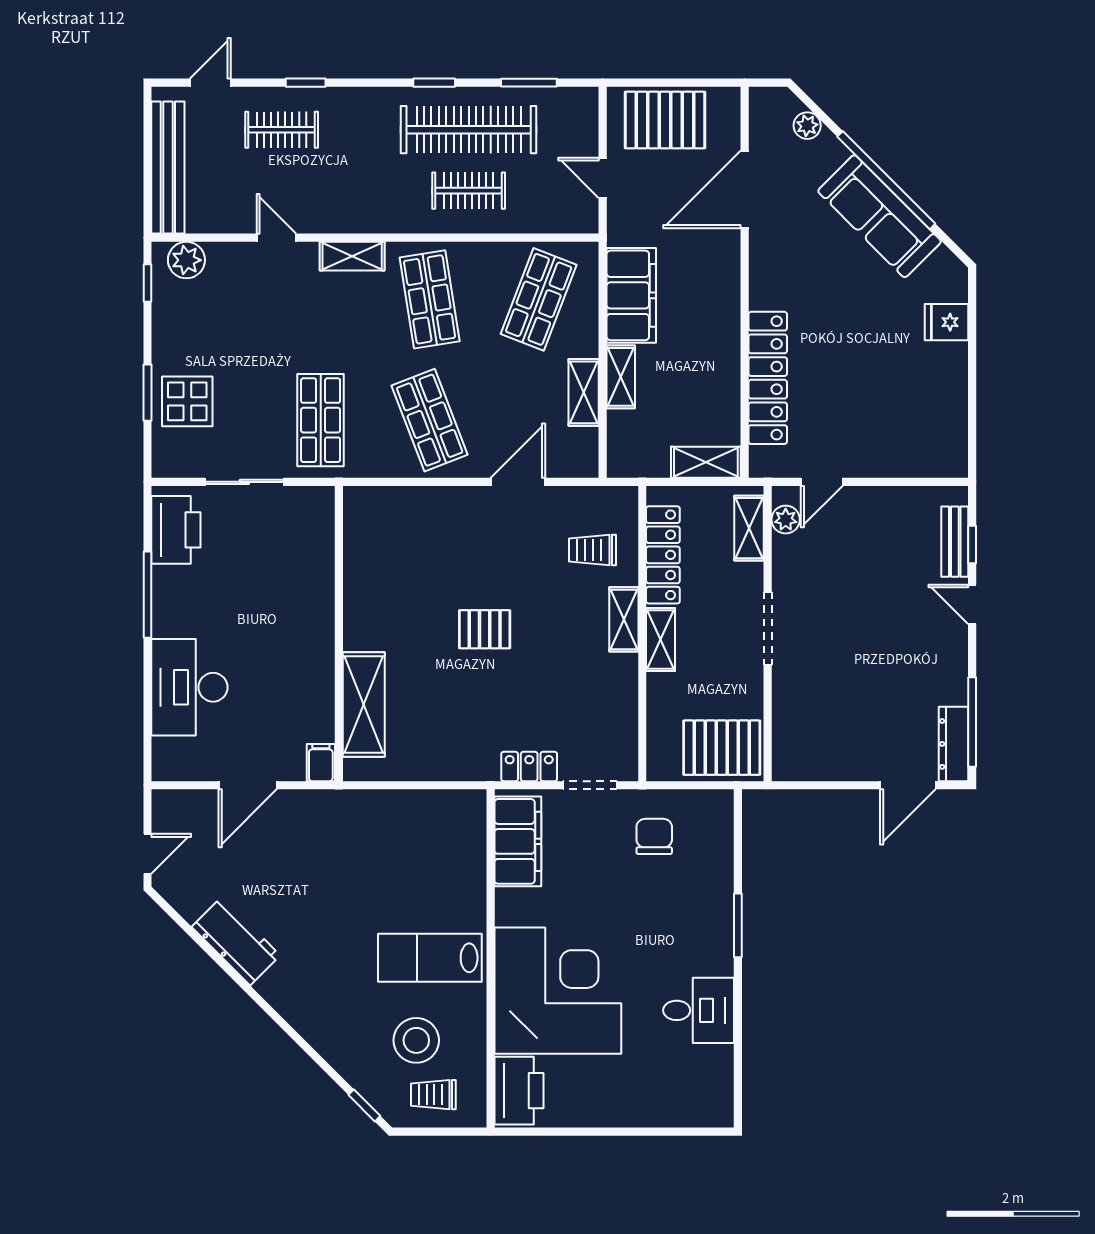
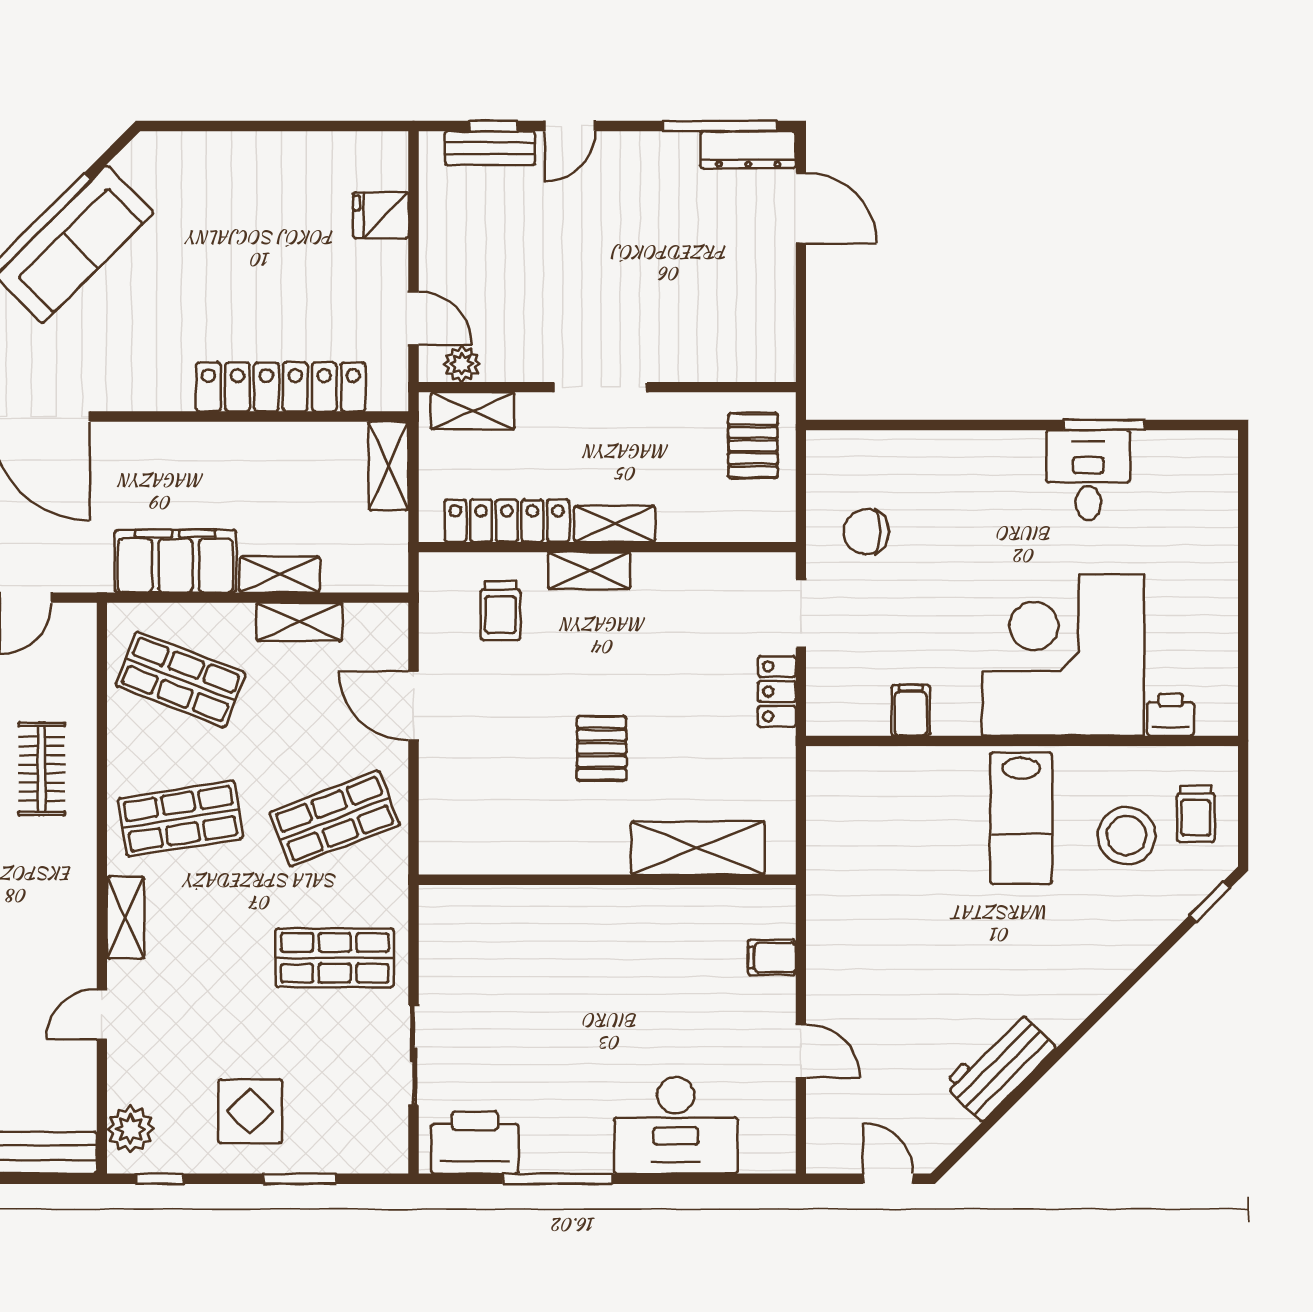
fridge: (947, 322) -> (381, 215), moved, turned 90
display table: (187, 401) -> (250, 1111), moved
wall: (339, 634) -> (607, 880), moved
shelving: (364, 704) -> (698, 848), moved
pallet: (722, 748) -> (753, 446), width x0.67, depth x0.71
door: (248, 785) -> (801, 1051), width x0.73
filing cabinet: (518, 841) -> (911, 710), width x0.33, depth x0.86
window: (738, 925) -> (1104, 425), moved
printer: (519, 1091) -> (1170, 715), width x0.53, depth x0.68

